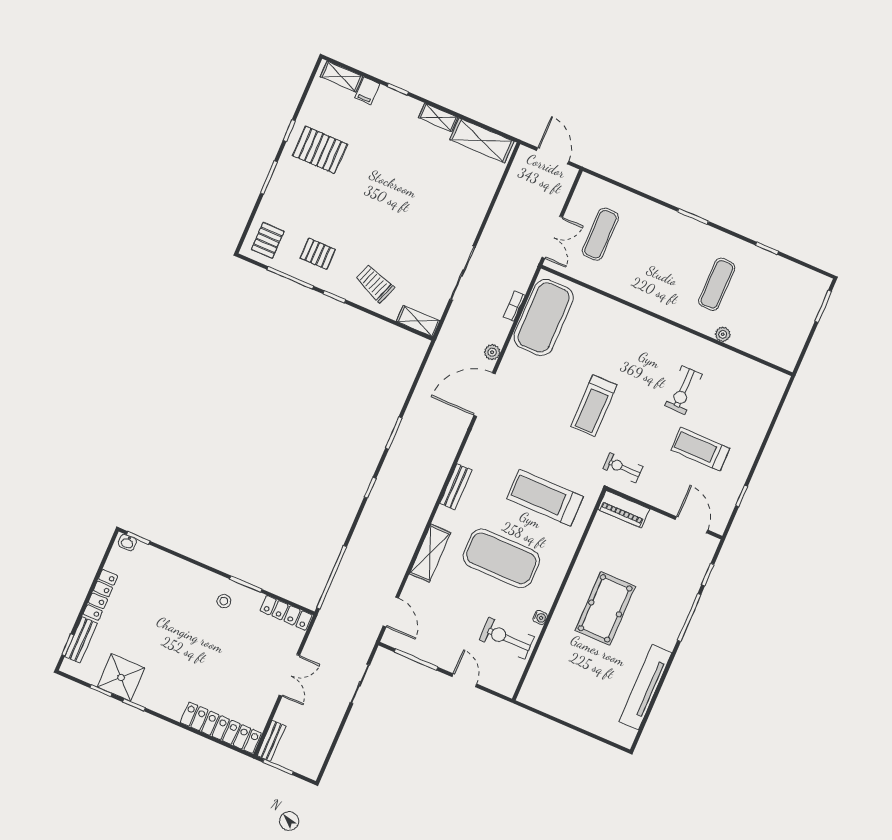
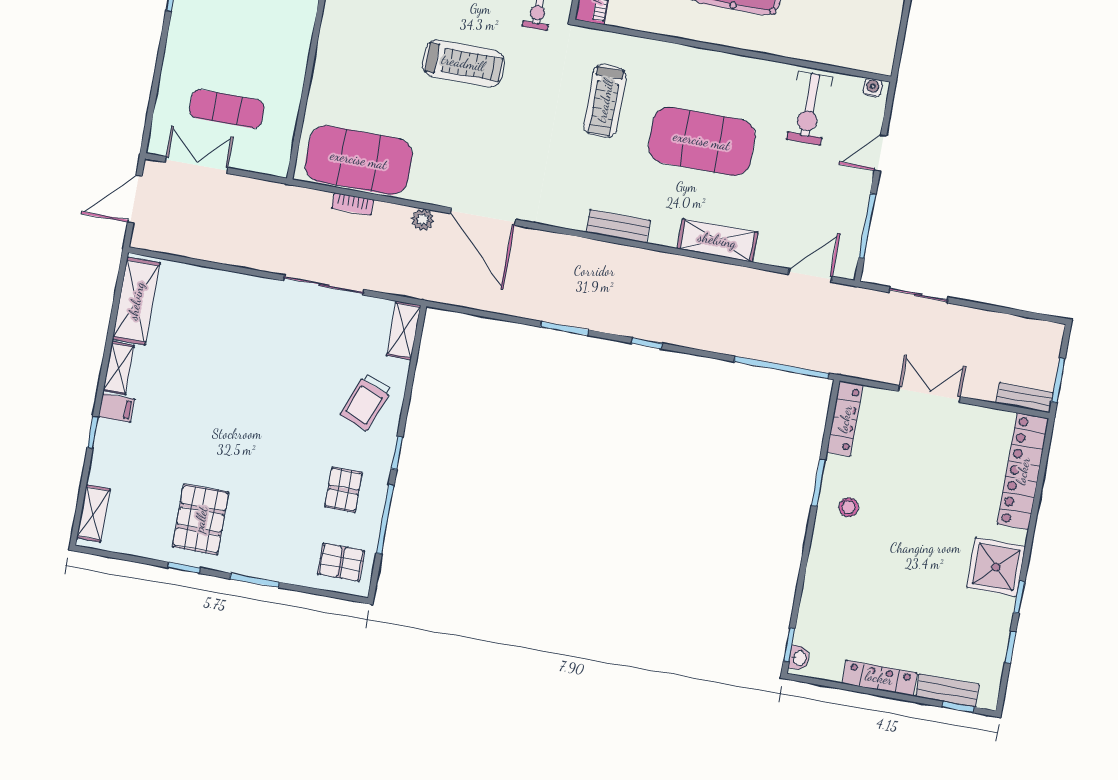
filing cabinet: (367, 91) -> (116, 408), moved
double door: (552, 237) -> (196, 165), moved
treadmill: (545, 498) -> (605, 101), width x0.73, depth x0.73
exercise mat: (501, 558) -> (702, 141), turned 90
water cooler: (540, 618) -> (873, 88), moved
shower: (121, 677) -> (996, 567), moved

